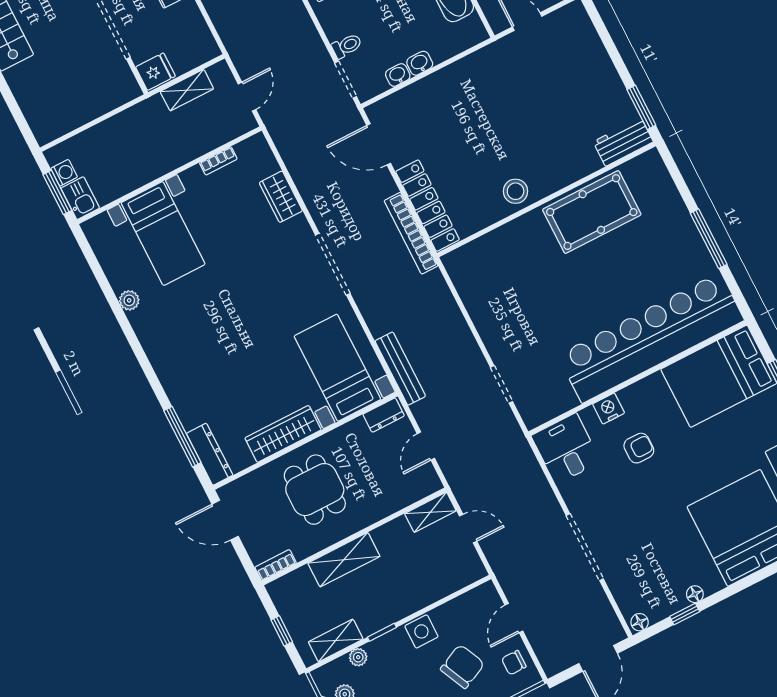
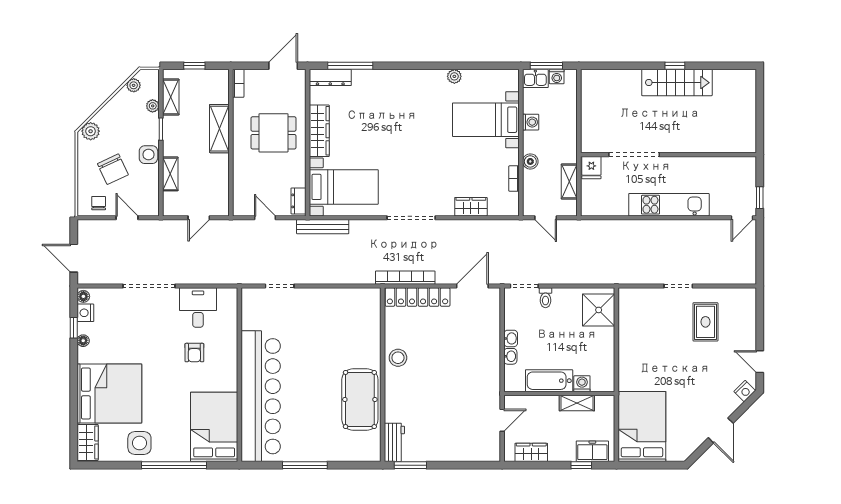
washbasin: (398, 75) -> (510, 356), moved
boiler: (187, 152) -> (530, 161), added
washing machine: (138, 176) -> (531, 122), added
nightstand: (609, 408) -> (85, 313), moved, turned 180
desk: (566, 449) -> (198, 308), moved, turned -90
shelving: (430, 512) -> (170, 174), moved

